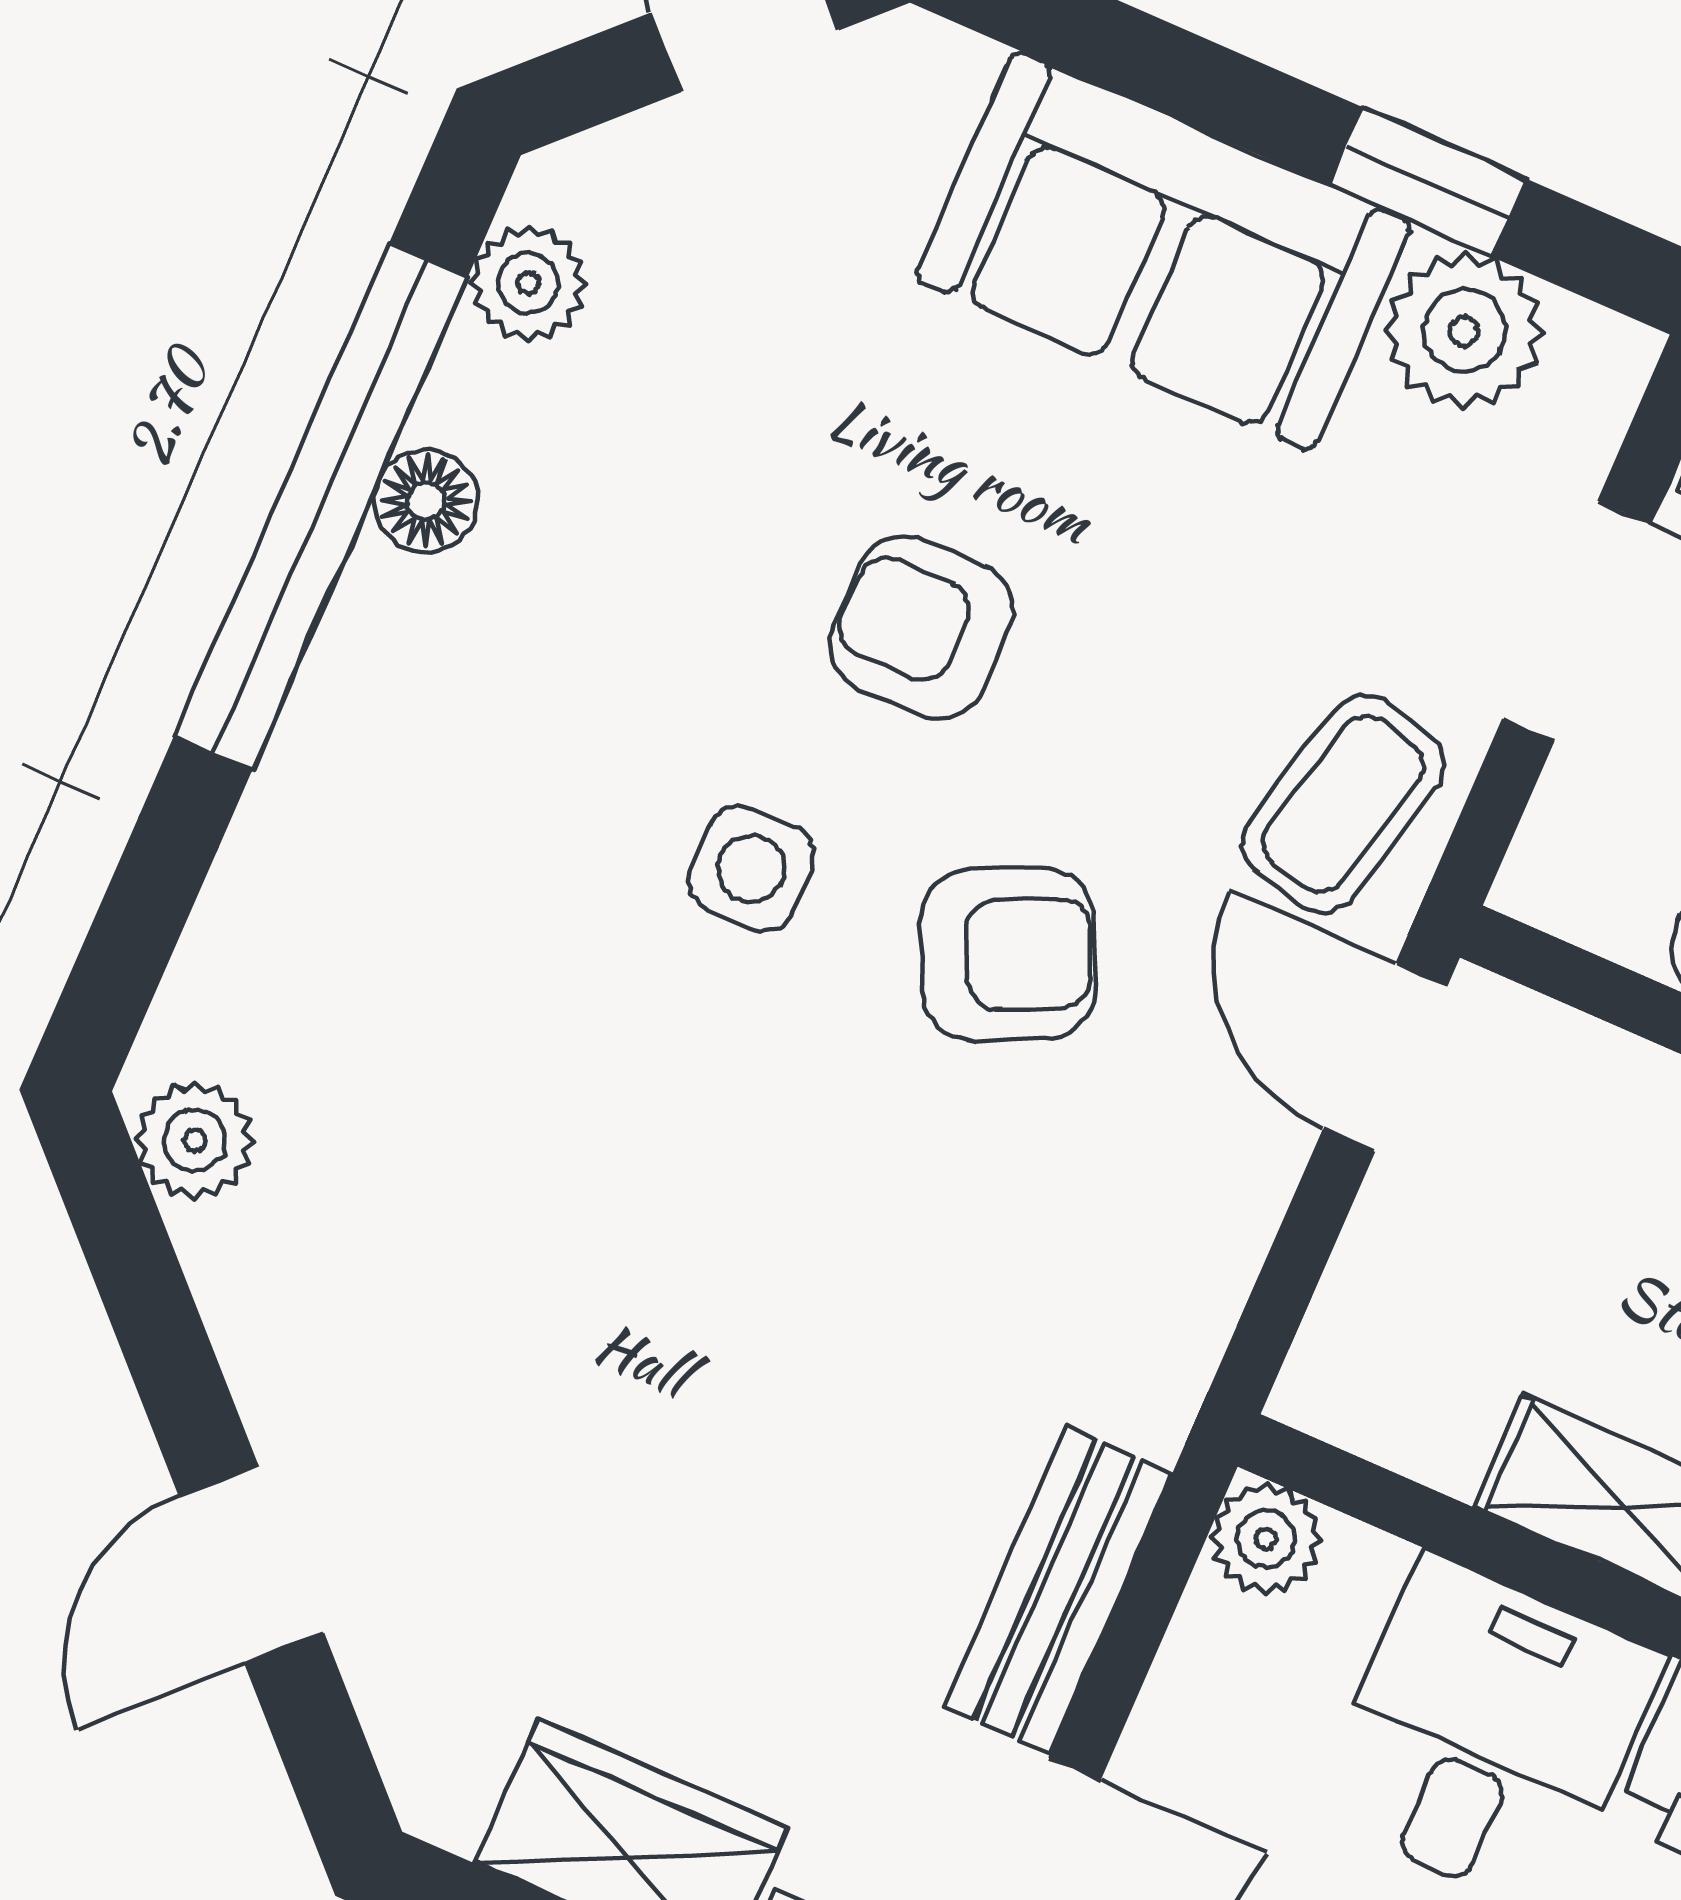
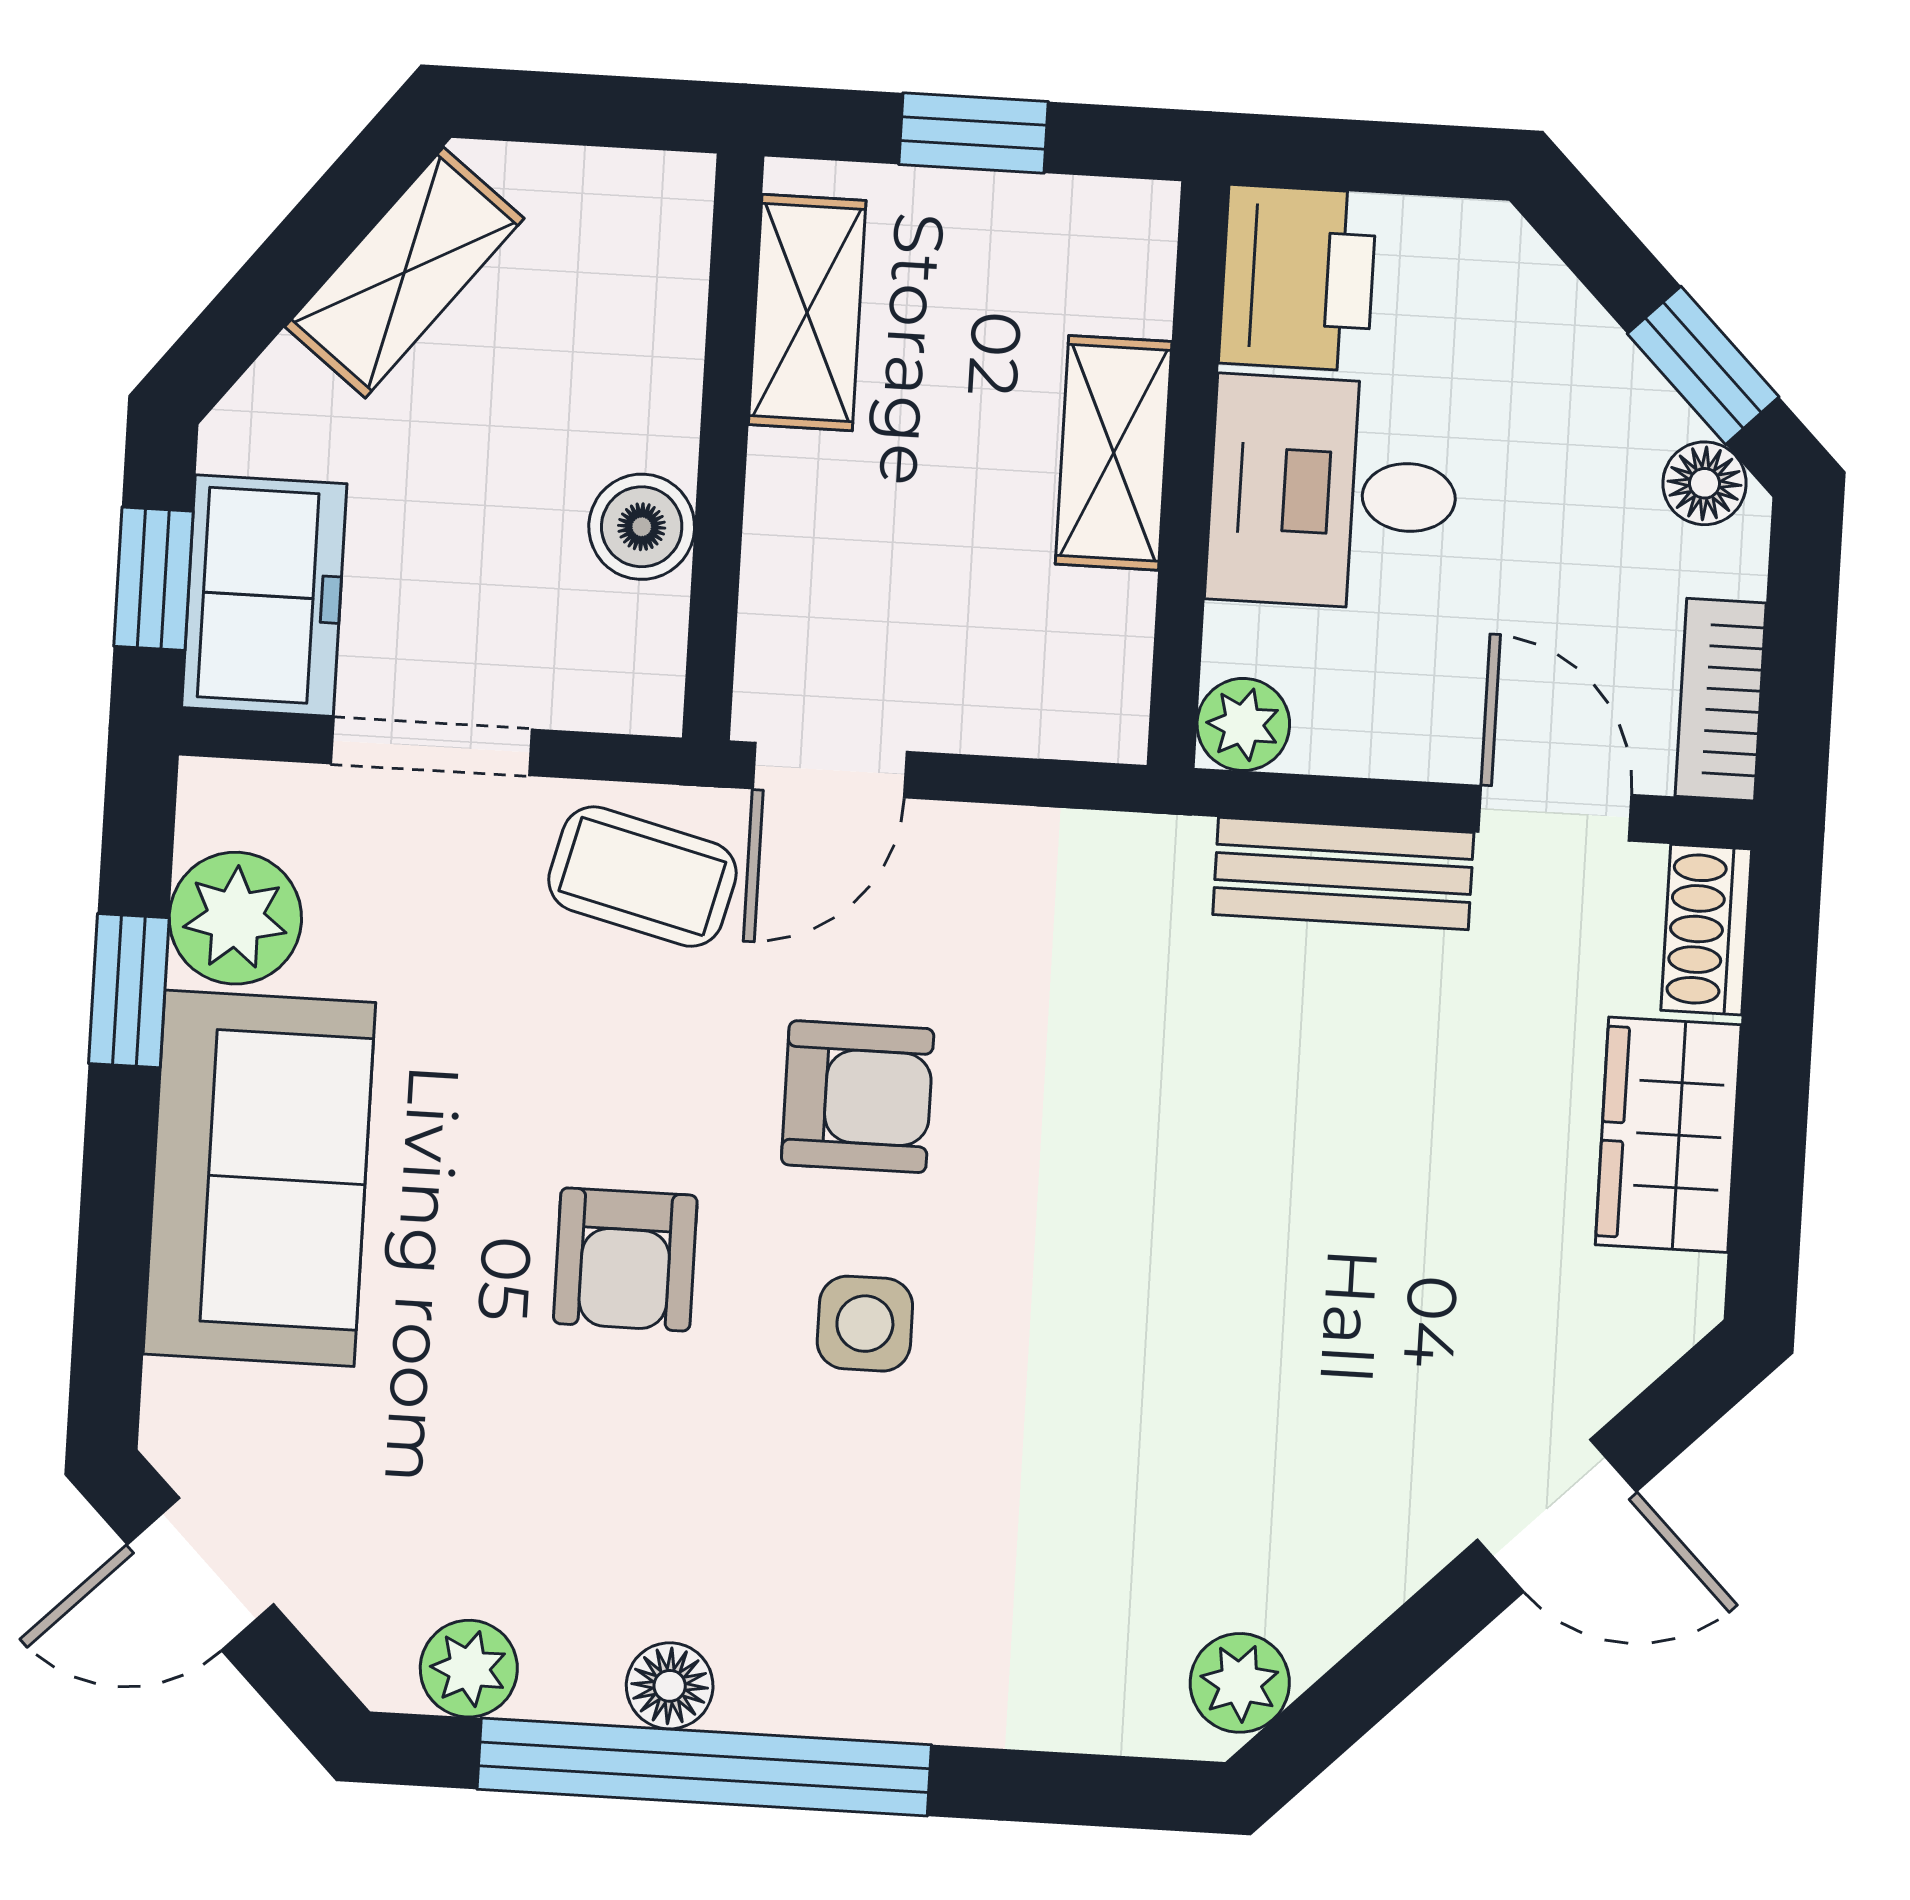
armchair: (1008, 954) -> (858, 1097), turned 115

